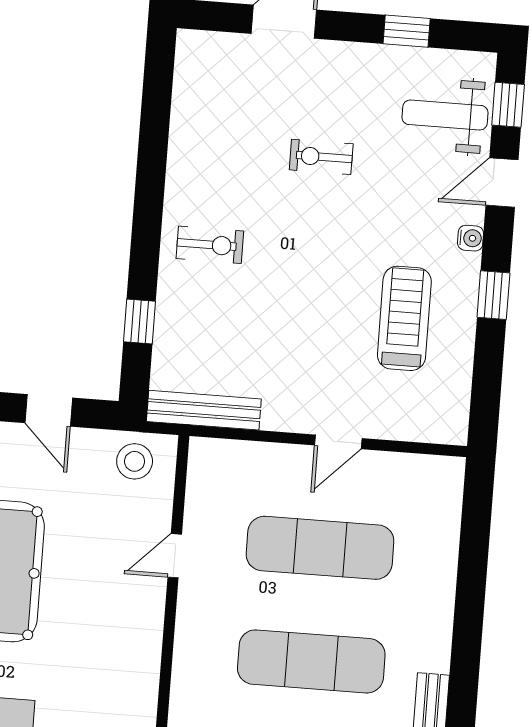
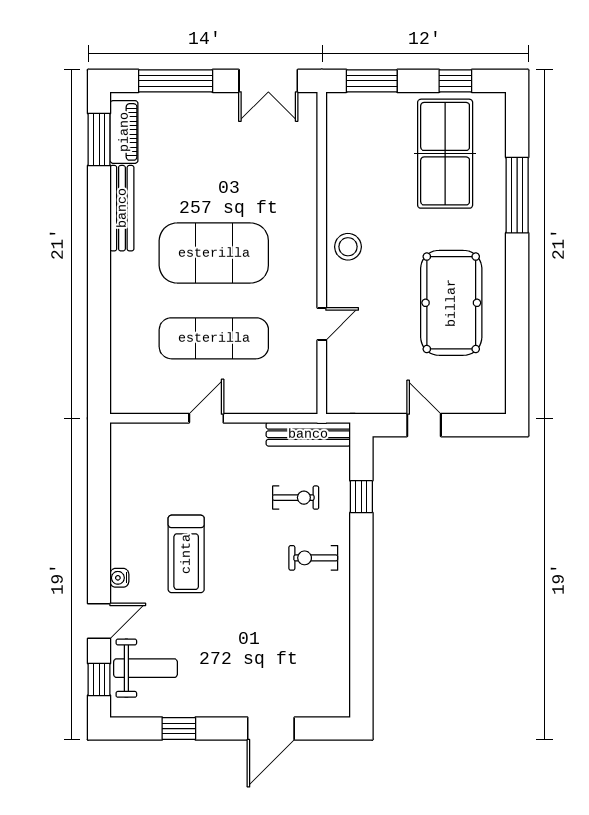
exercise bike: (321, 157) -> (296, 498), moved
window: (493, 295) -> (99, 537), removed
treadmill: (404, 318) -> (186, 554), moved
stool: (135, 461) -> (348, 247), moved
exercise mat: (311, 661) -> (214, 253), width x1.47

